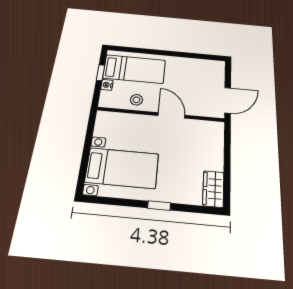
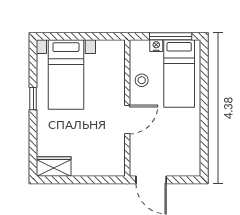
window: (100, 73) -> (171, 36), width x2.17
window: (159, 206) -> (33, 99), moved

